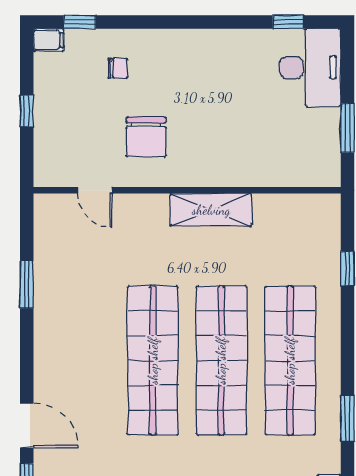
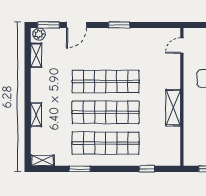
door: (95, 190) -> (182, 46), moved
window: (27, 284) -> (119, 25), moved

